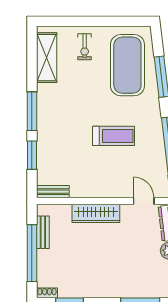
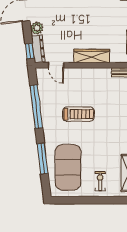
treadmill: (113, 136) -> (78, 114), turned 180

